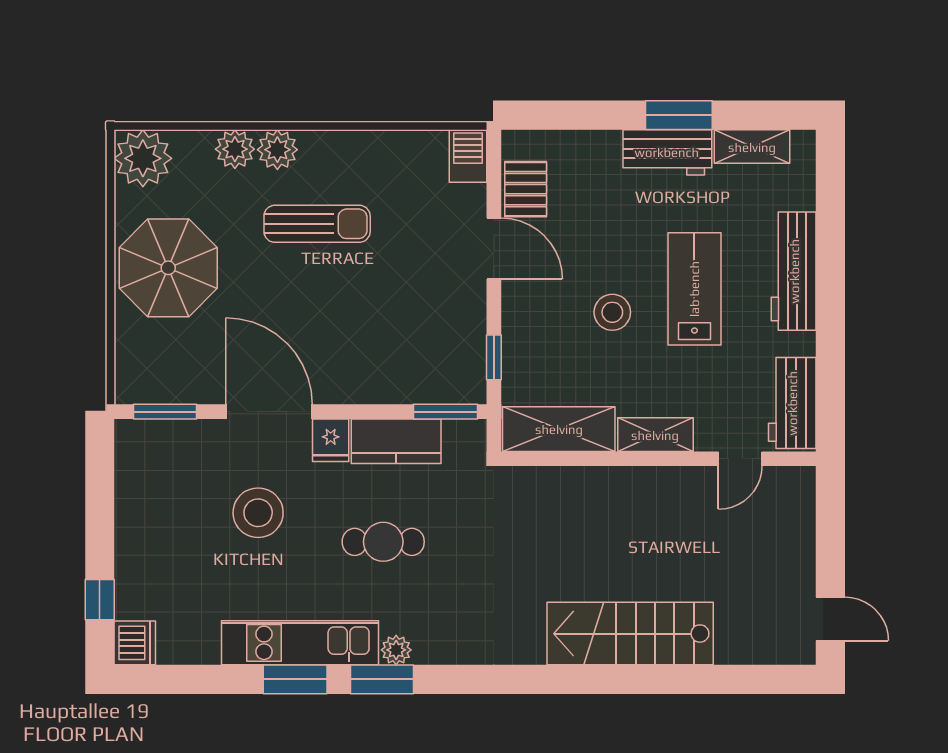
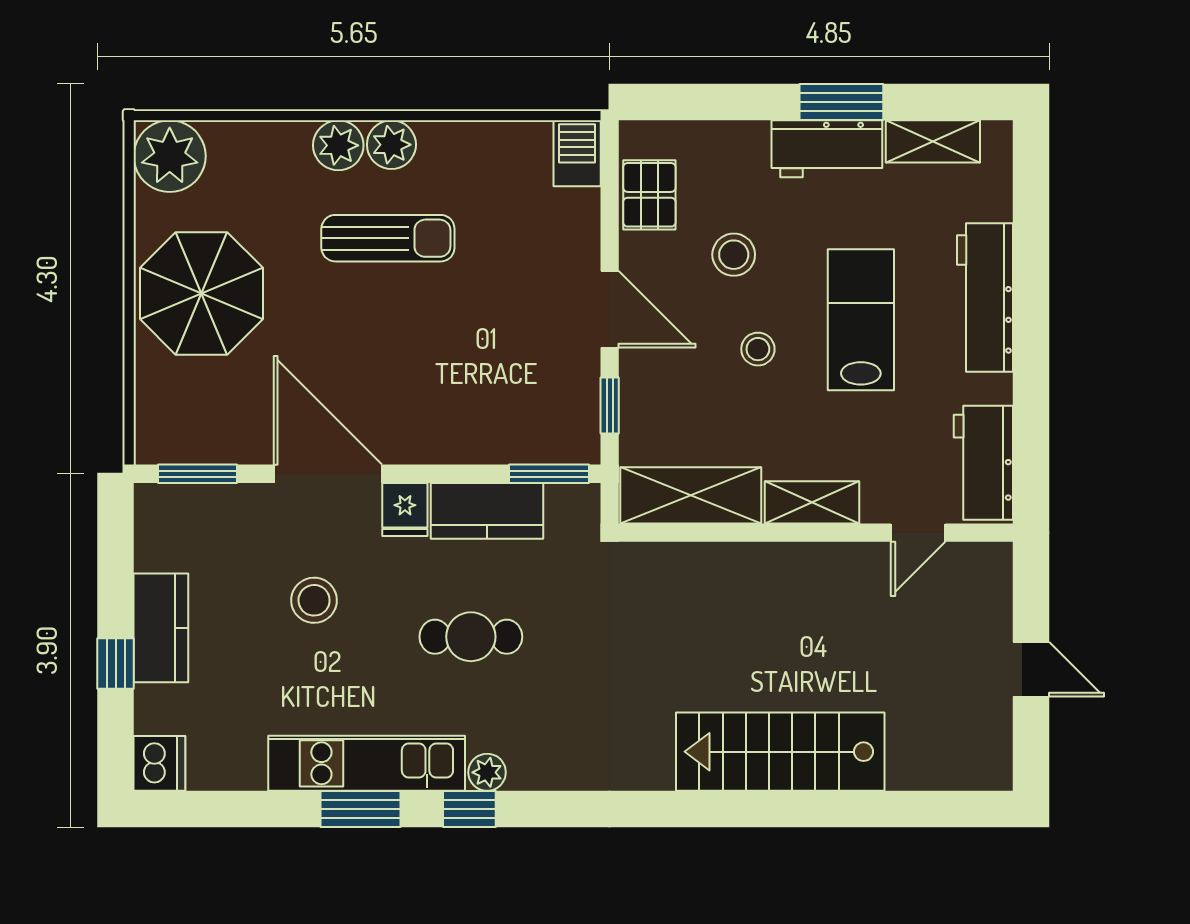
plant: (235, 149) -> (391, 145), moved
stool: (593, 237) -> (734, 255), added
door: (494, 249) -> (610, 309), moved
stool: (612, 312) -> (758, 349), width x0.73, depth x0.73
stool: (258, 513) -> (314, 600), width x0.73, depth x0.73
kitchen counter: (136, 535) -> (161, 628), added
window: (100, 600) -> (116, 664), moved
door: (830, 619) -> (1031, 669), moved
window: (382, 679) -> (469, 809), width x0.67

